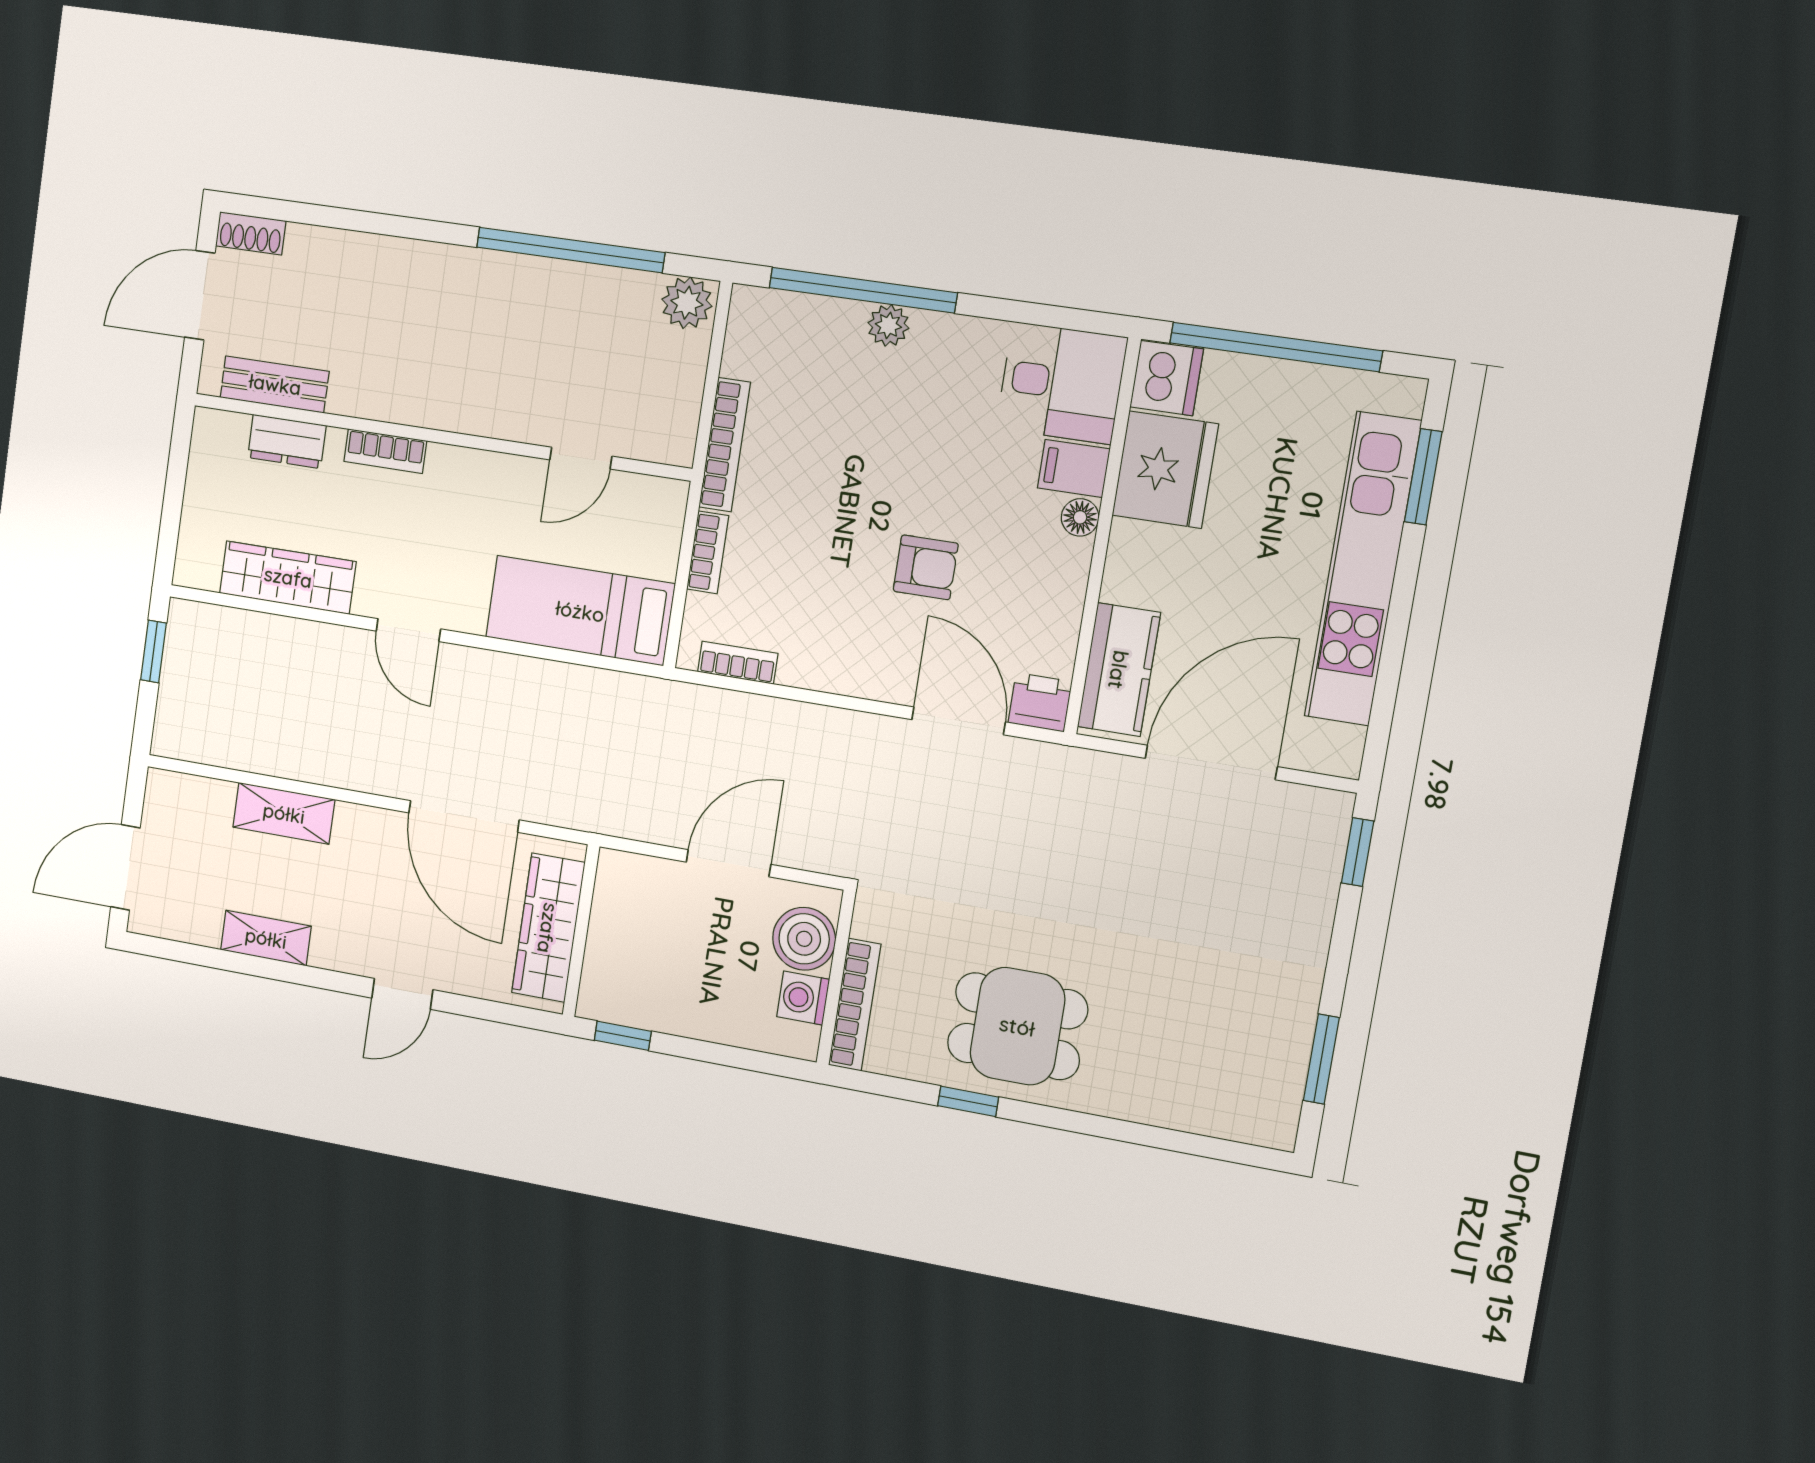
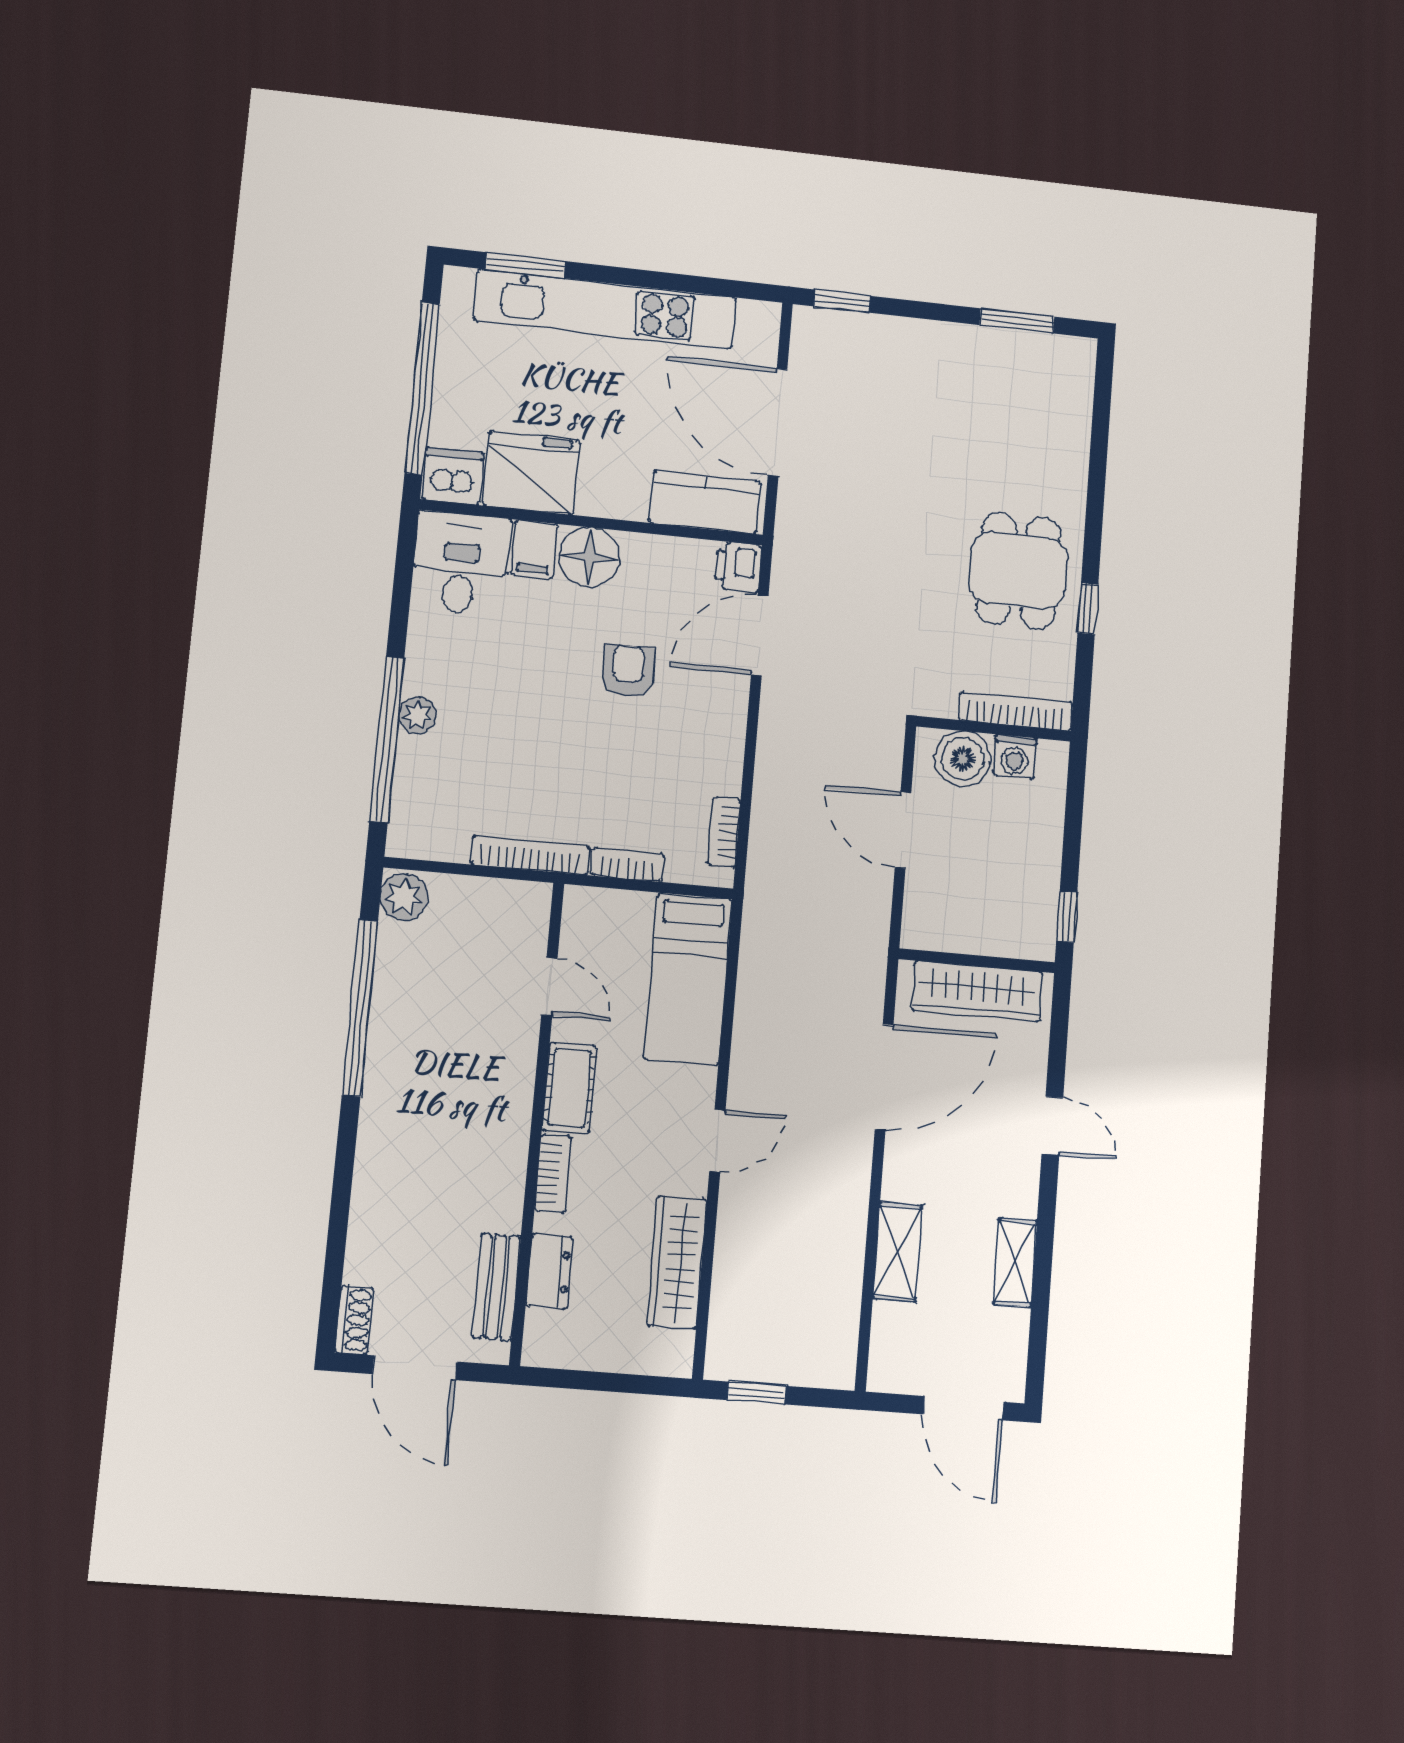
cot: (473, 474) -> (570, 1088), added
floor lamp: (1080, 517) -> (589, 557), width x1.89, depth x1.89

